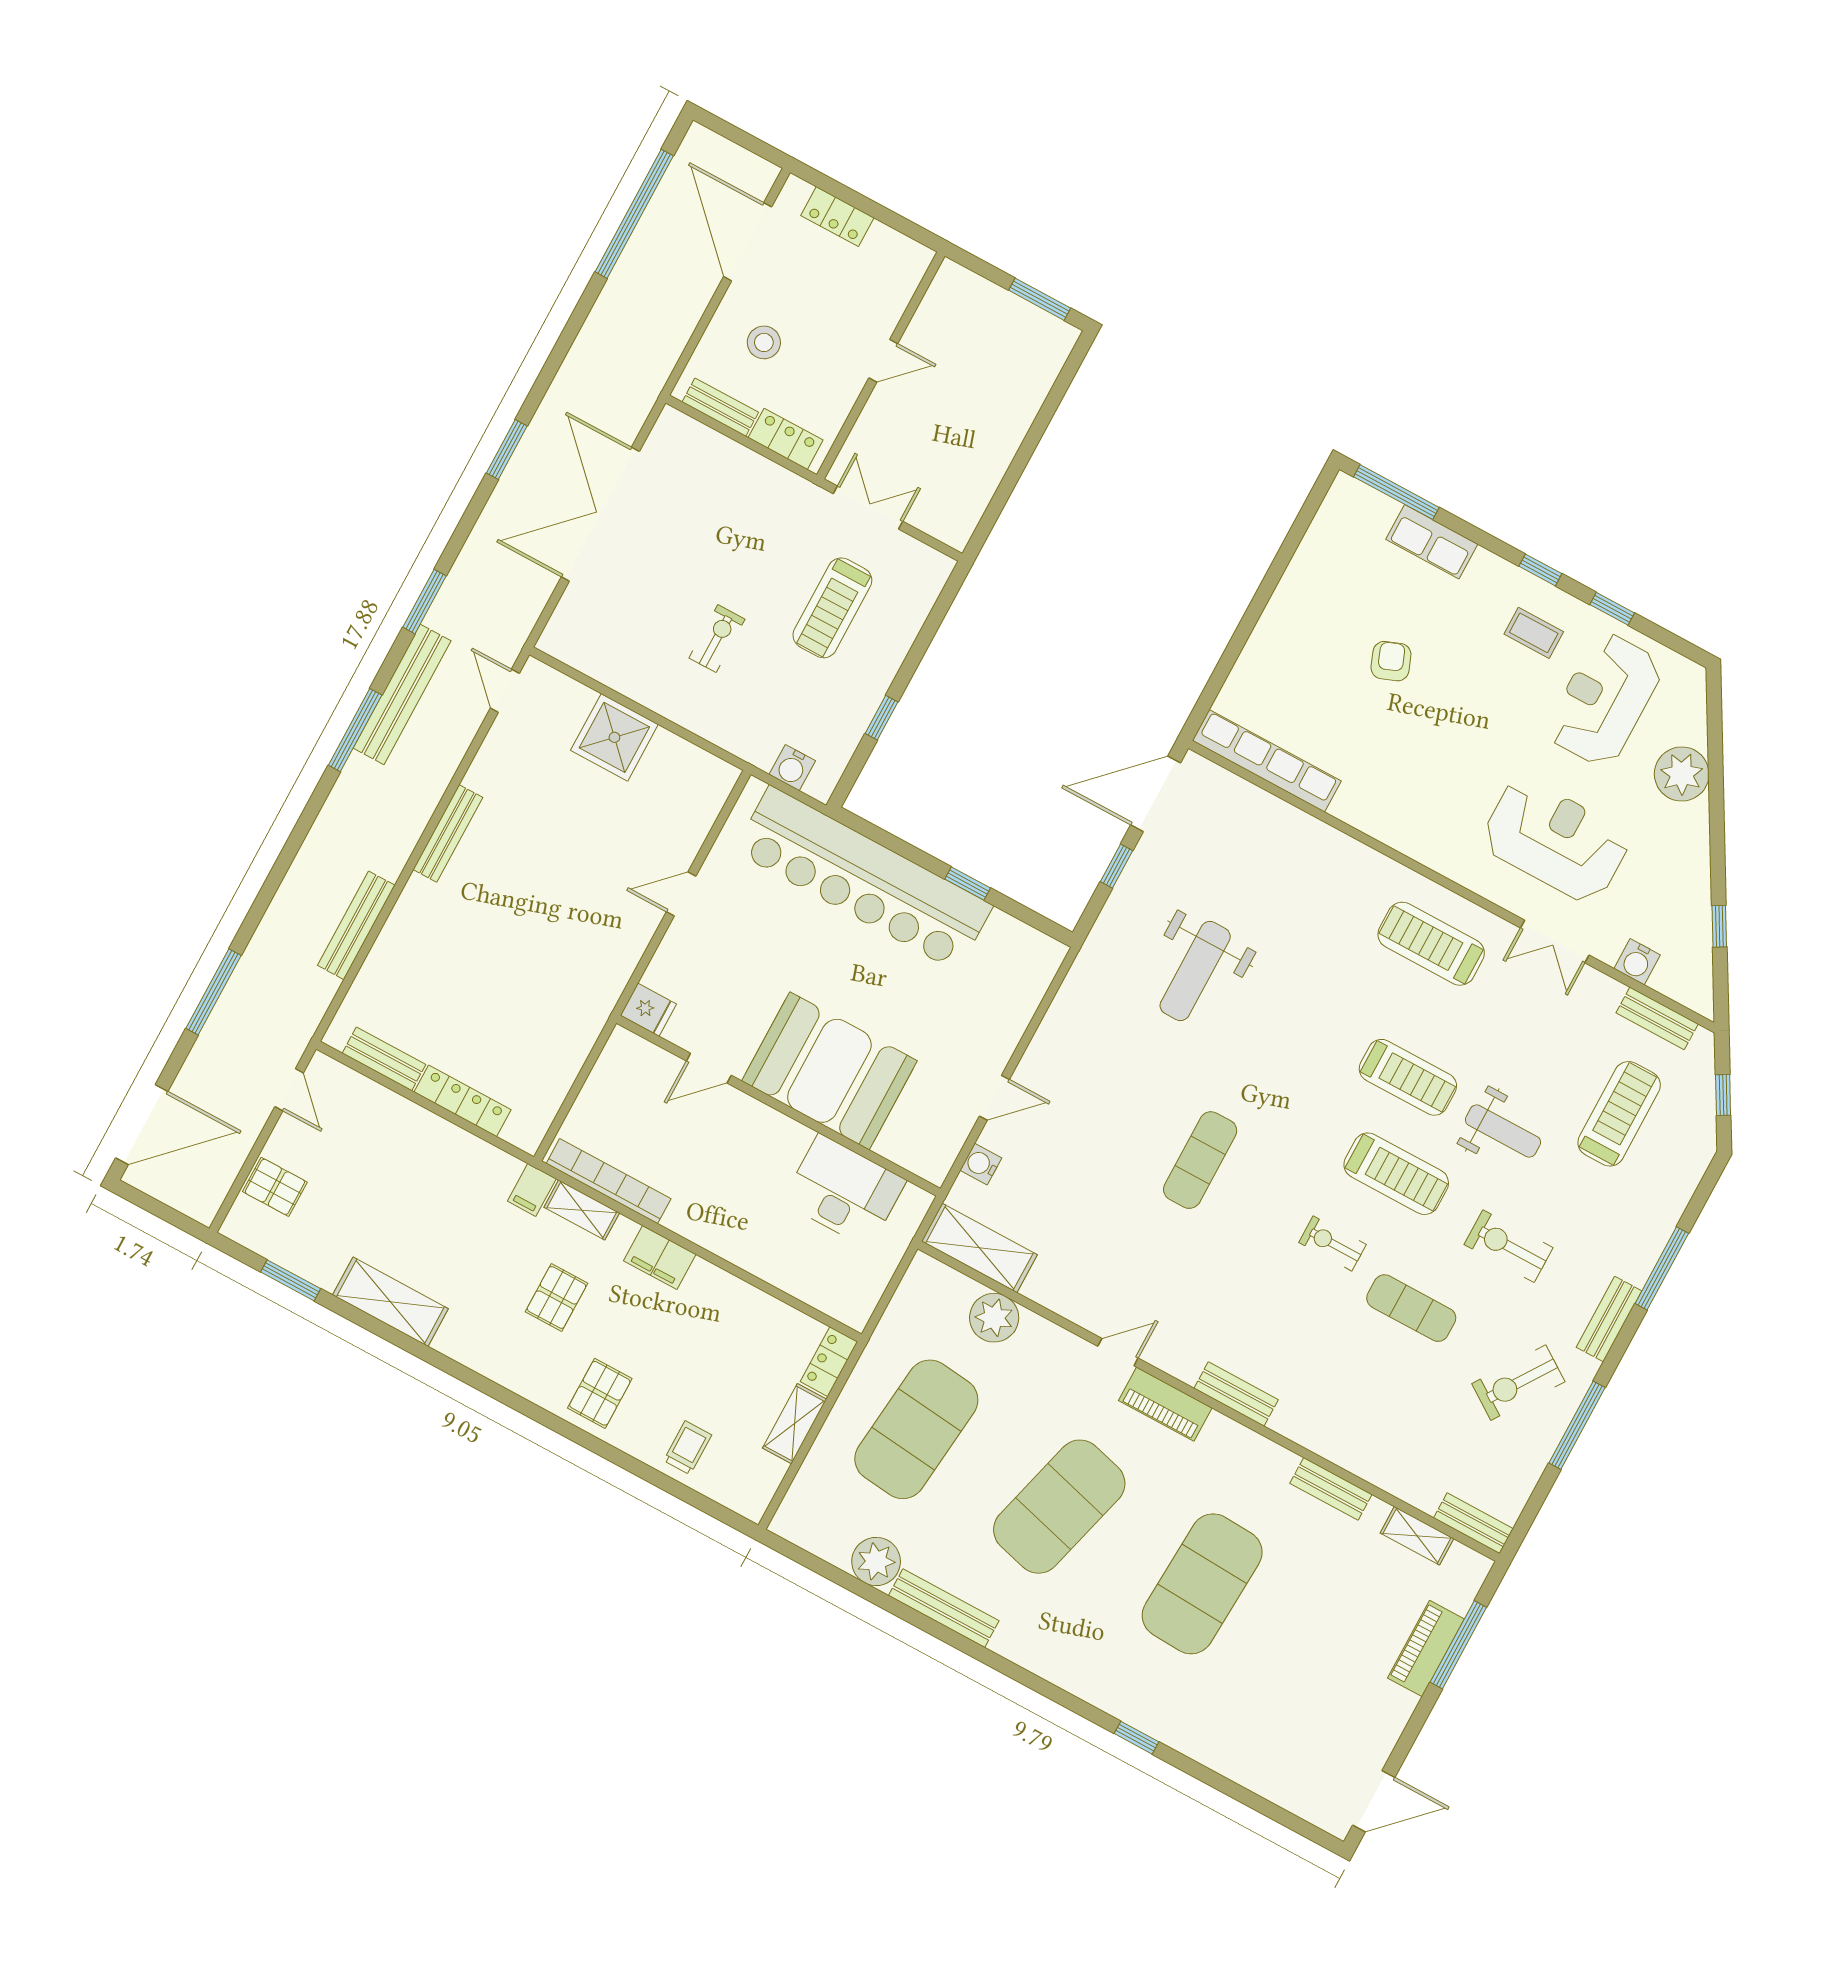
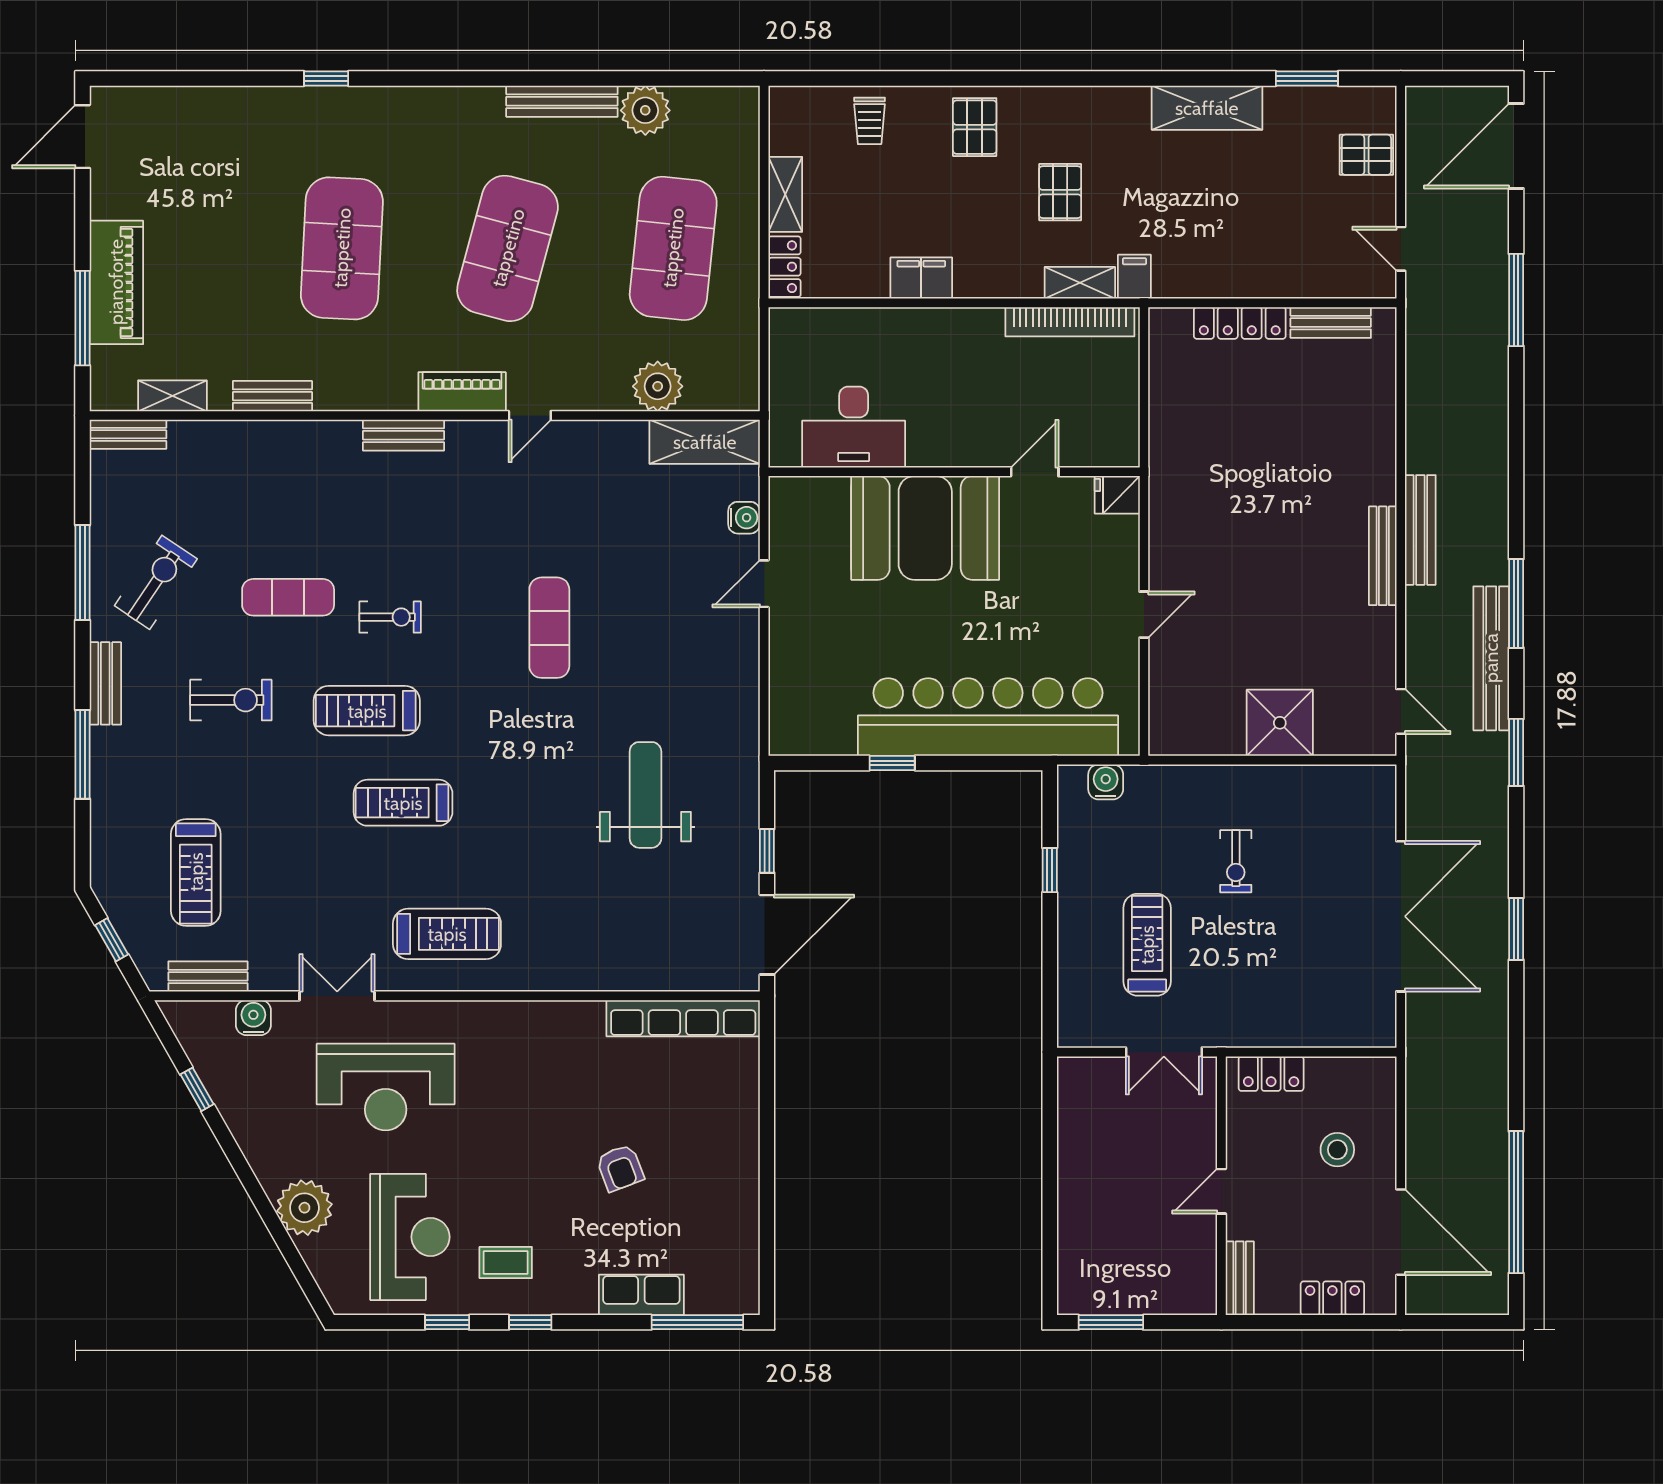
bench: (720, 407) -> (1240, 1278), moved, turned 90
bench: (356, 925) -> (1420, 530), moved
weight bench: (1503, 1131) -> (292, 801), removed
filing cabinet: (660, 1258) -> (921, 278), moved
piano: (1426, 1648) -> (116, 282), width x1.37, depth x1.33

